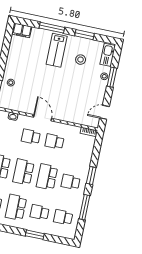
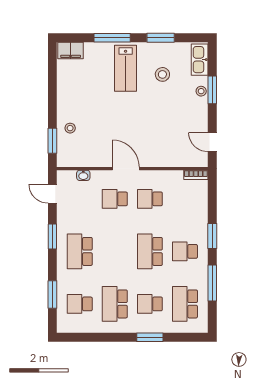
door: (105, 112) -> (212, 142), hinge flipped
school desk: (23, 172) -> (115, 251), removed
school desk: (63, 217) -> (185, 304), width x1.85

